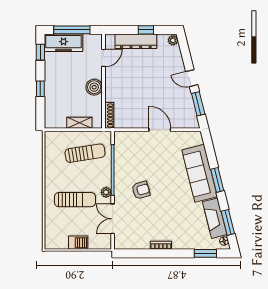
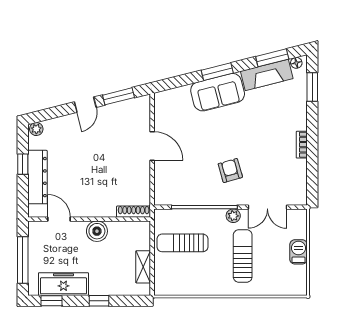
freezer: (64, 43) -> (63, 284), moved, turned -90
shelving: (79, 123) -> (143, 267), moved
door: (160, 130) -> (152, 146), swing flipped
sun lounger: (85, 153) -> (182, 243), turned -81
sofa: (200, 173) -> (218, 92), width x0.73

